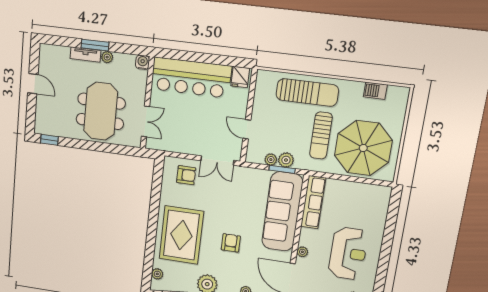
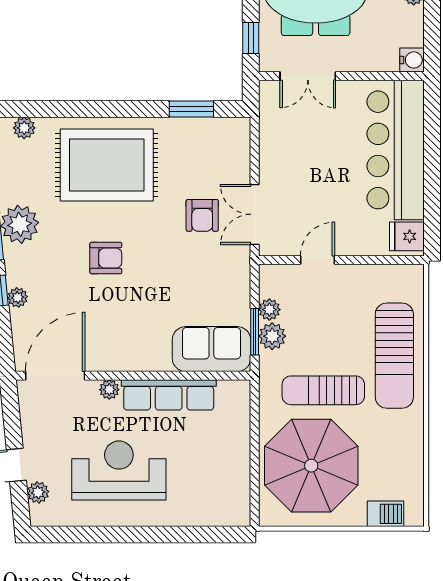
barbecue: (375, 91) -> (385, 514), moved, turned 90
window: (122, 150) -> (251, 38), added
armchair: (186, 175) -> (202, 215), moved
window: (157, 187) -> (191, 109), added
row of seats: (313, 202) -> (169, 395), moved
sofa: (282, 212) -> (211, 349), width x0.54, depth x0.79
reception desk: (348, 253) -> (119, 470), turned 180

